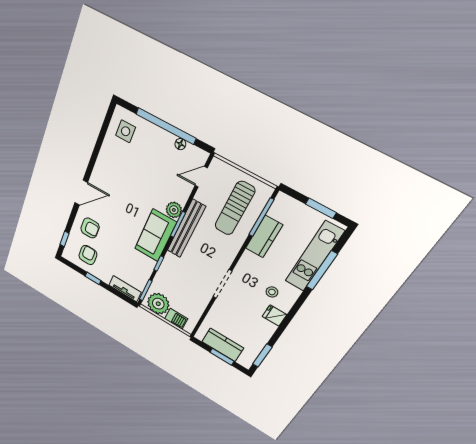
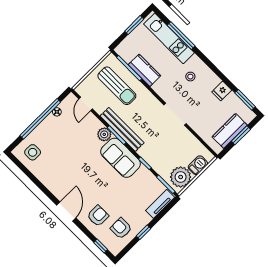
fridge: (274, 315) -> (222, 91), moved

